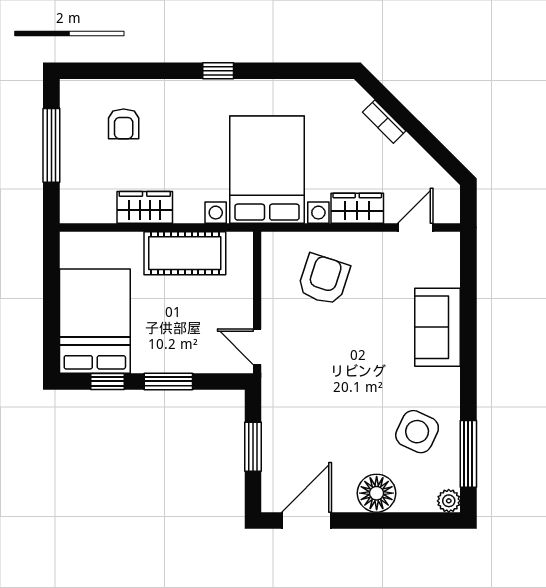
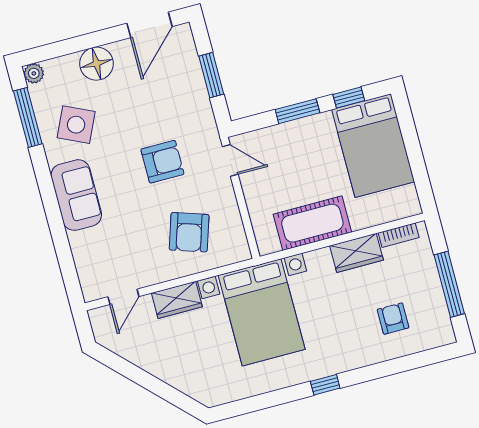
bookcase: (384, 122) -> (399, 235), moved, turned 135
sofa: (438, 327) -> (76, 195), moved
armchair: (332, 365) -> (162, 162), added

